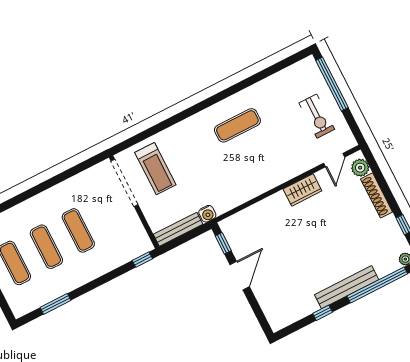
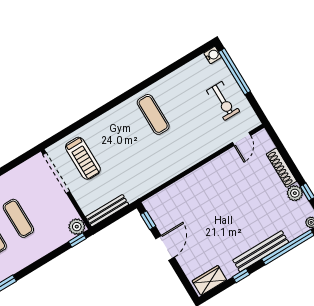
exercise mat: (237, 125) -> (153, 114), turned 90
plant: (360, 168) -> (295, 193), moved
wardrobe: (302, 190) -> (209, 280), moved, turned 180
water cooler: (207, 214) -> (213, 55), moved, turned -90
plant: (143, 245) -> (77, 227), added

